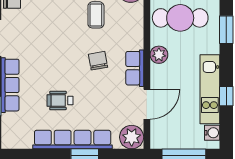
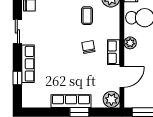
wheelchair: (60, 100) -> (62, 74), removed
row of seats: (73, 140) -> (71, 101), width x0.73

